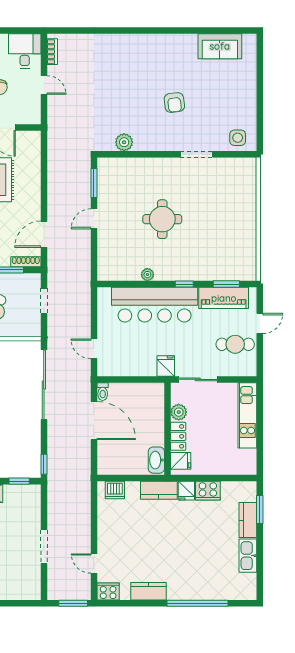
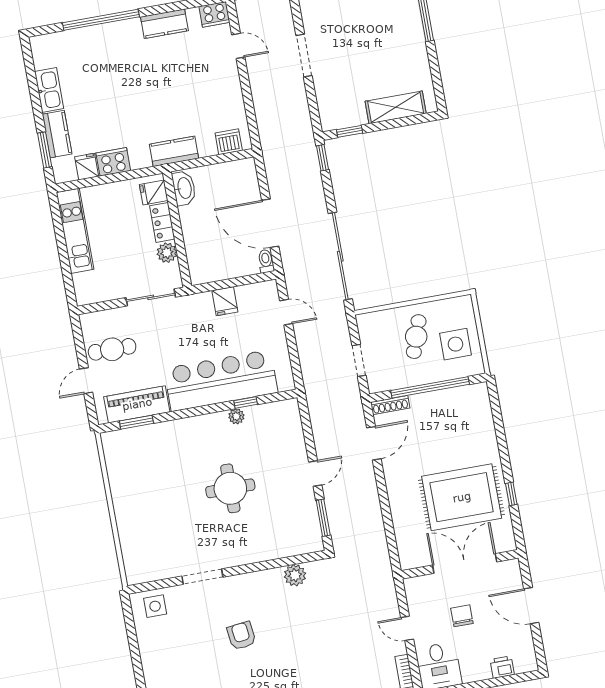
window: (184, 284) -> (246, 403), moved
fridge: (166, 366) -> (225, 301), moved
kitchen unit: (247, 415) -> (75, 231), moved
fridge: (186, 491) -> (87, 167), moved

